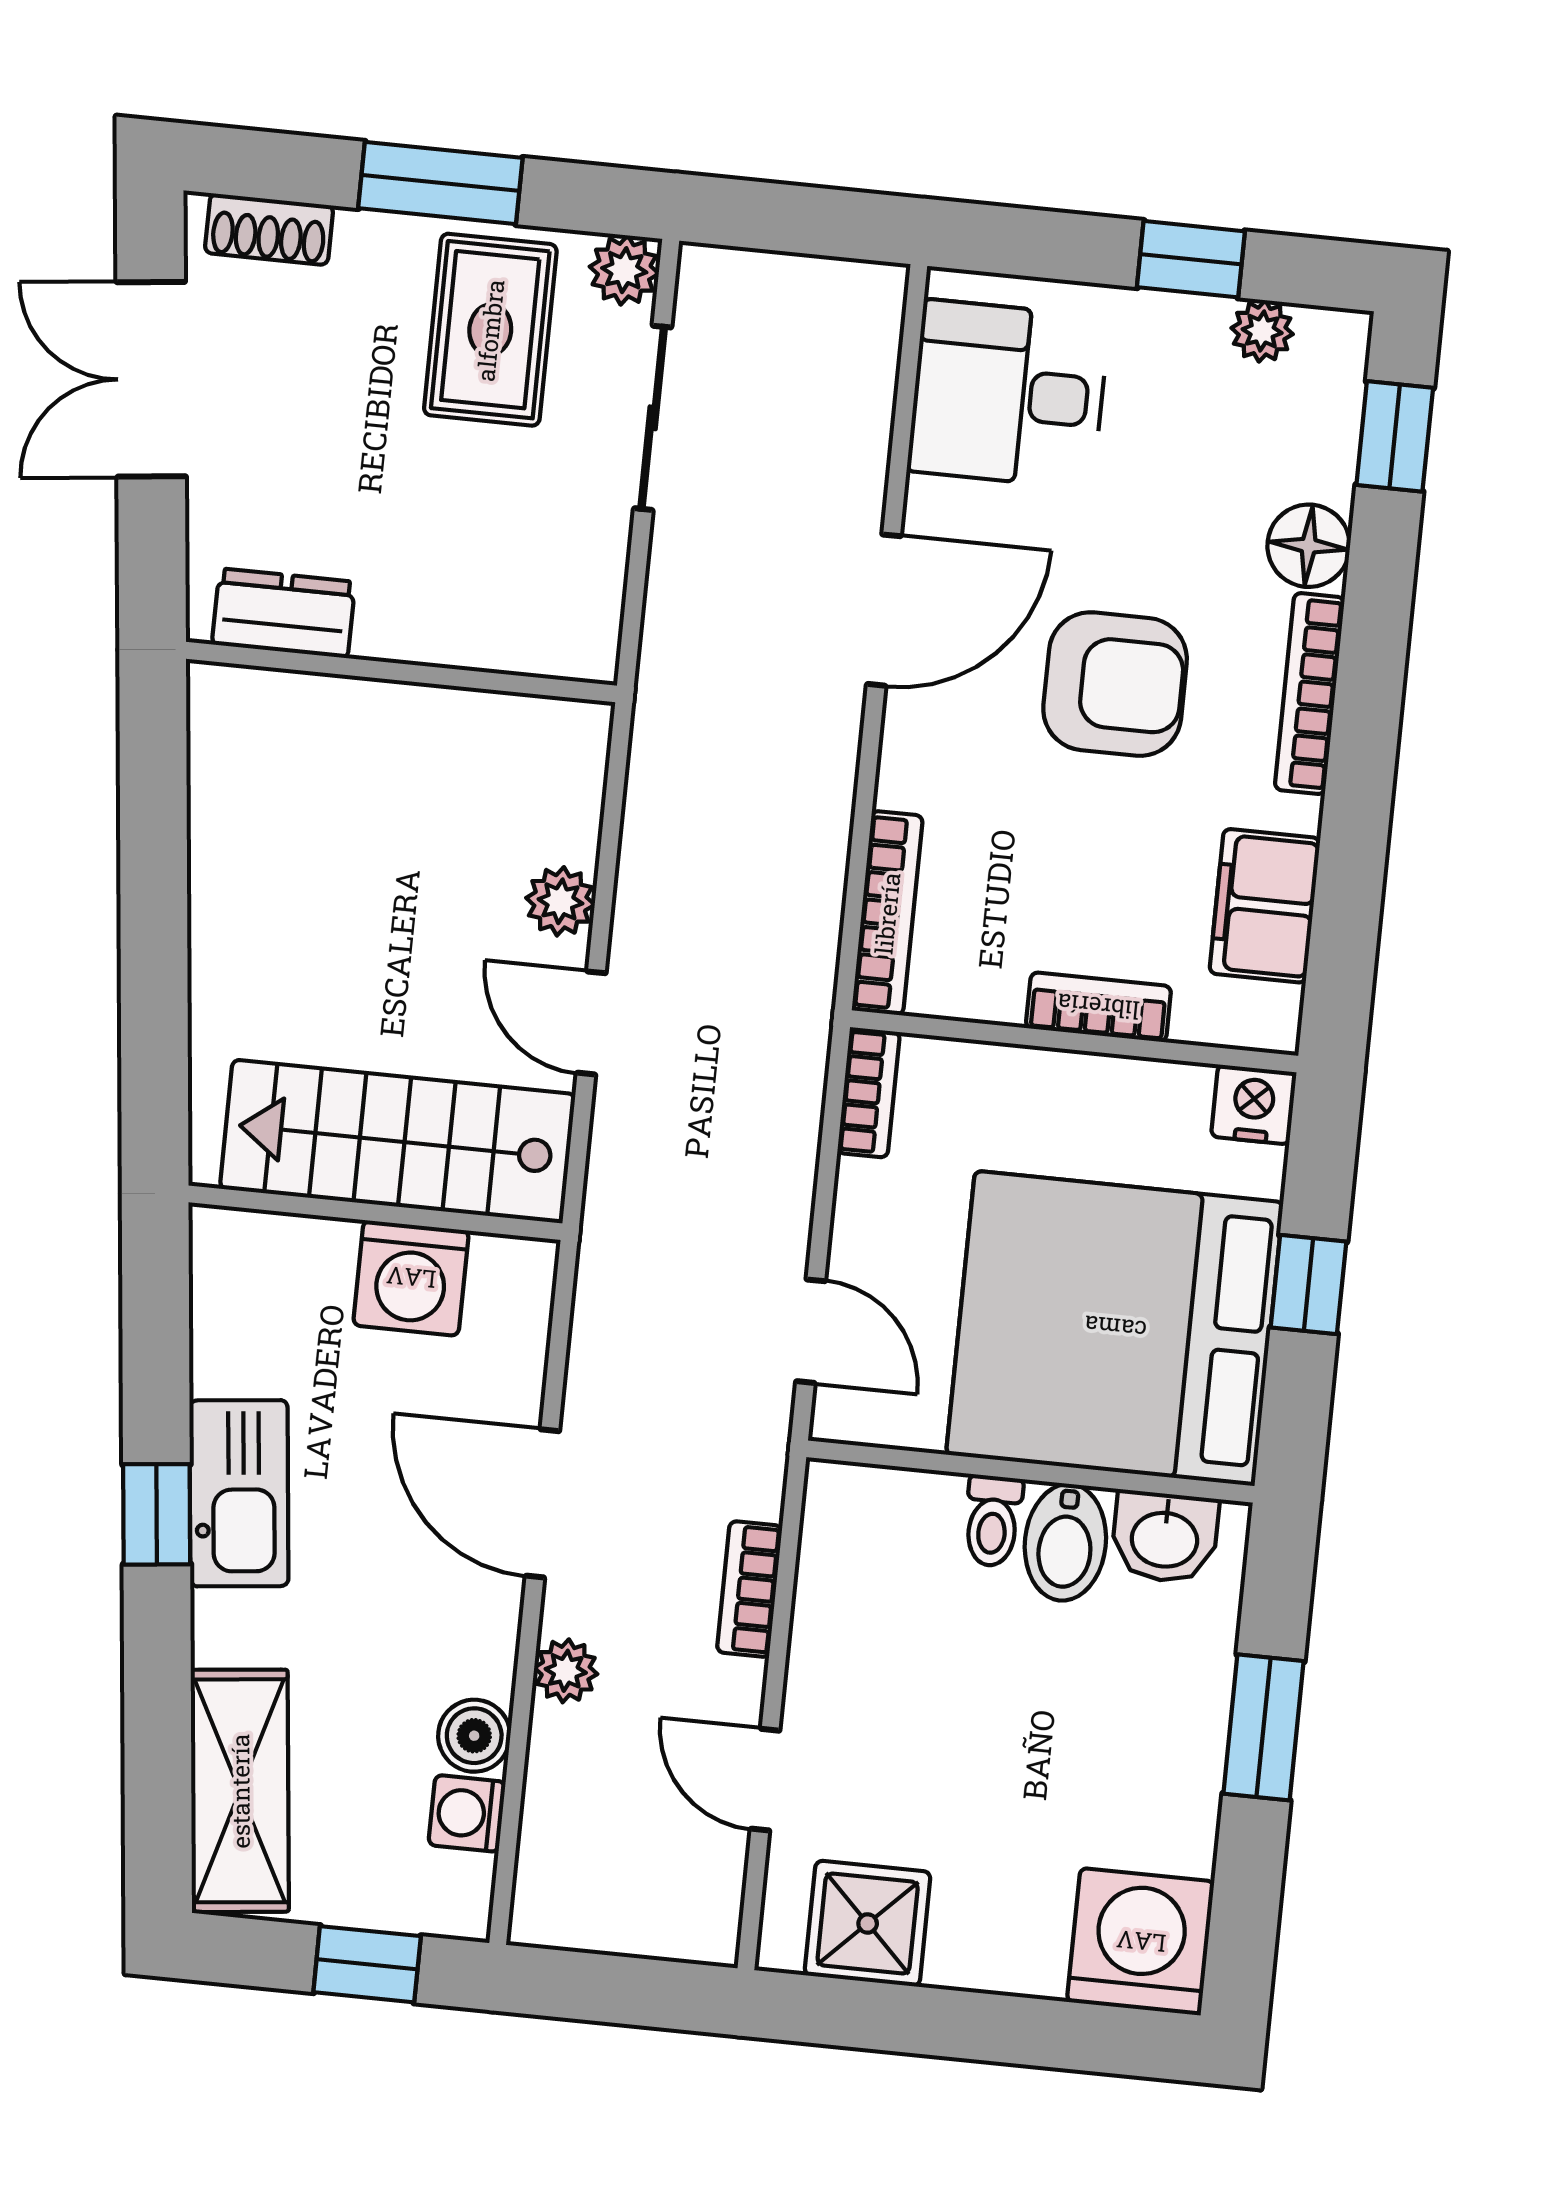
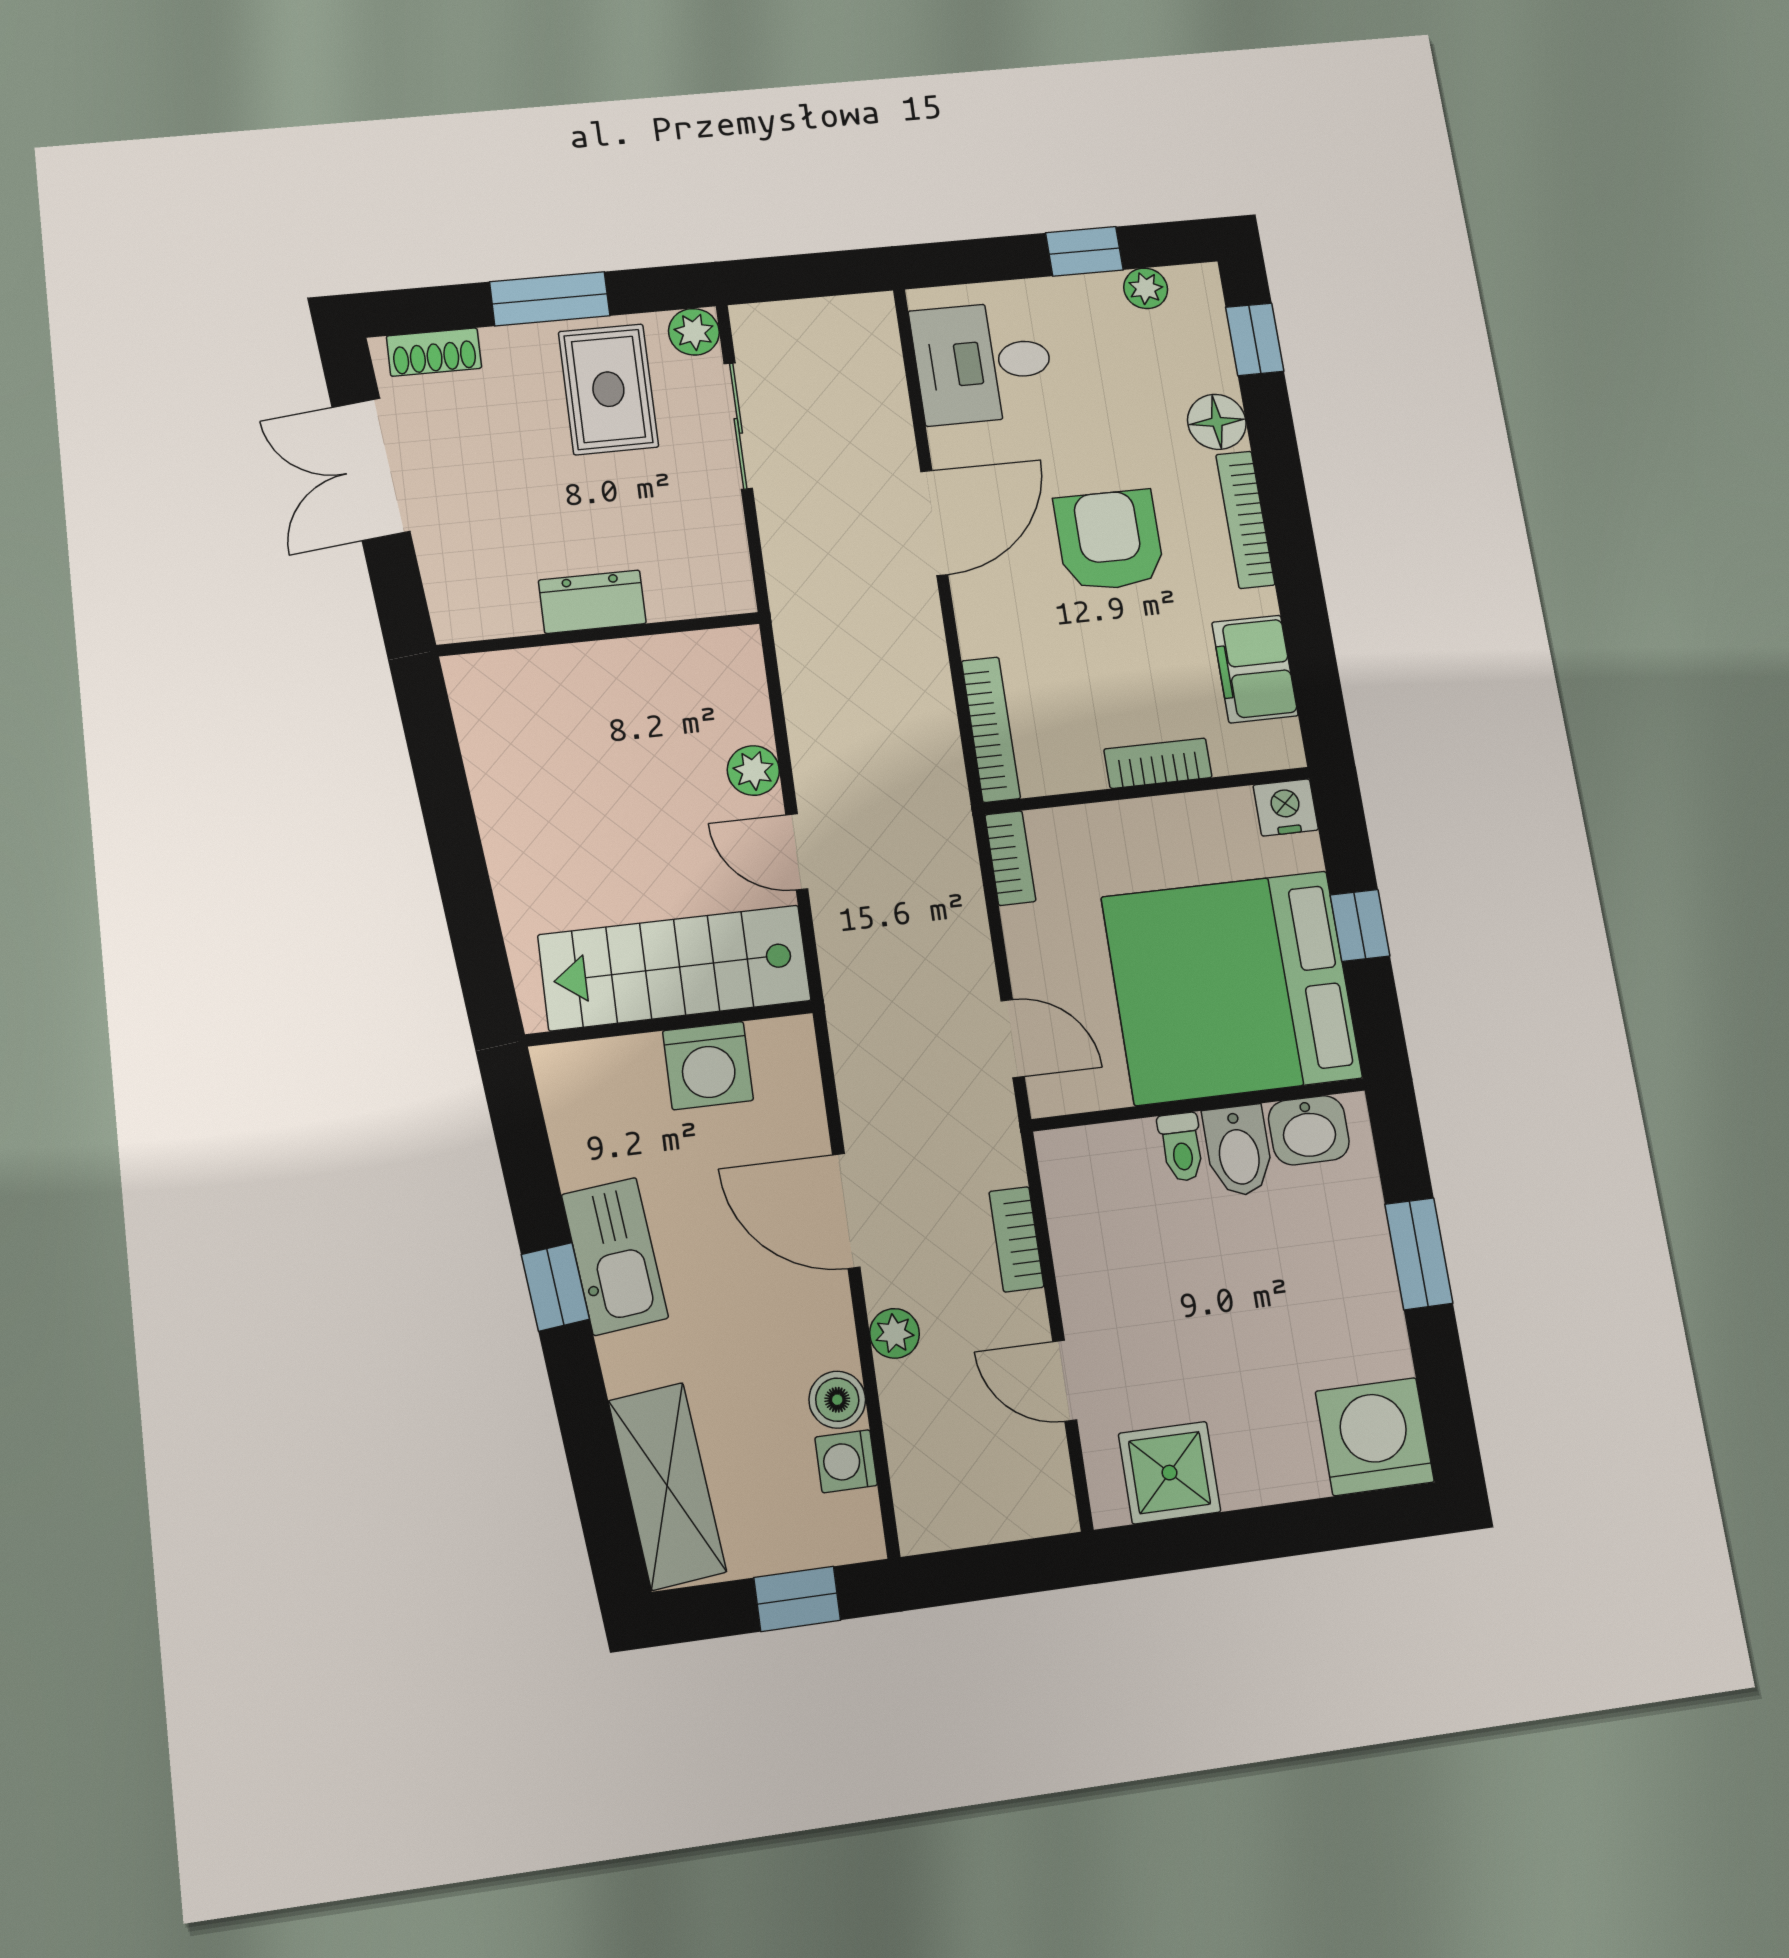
dresser: (284, 613) -> (592, 602), moved
armchair: (1115, 684) -> (1109, 540), turned -90

